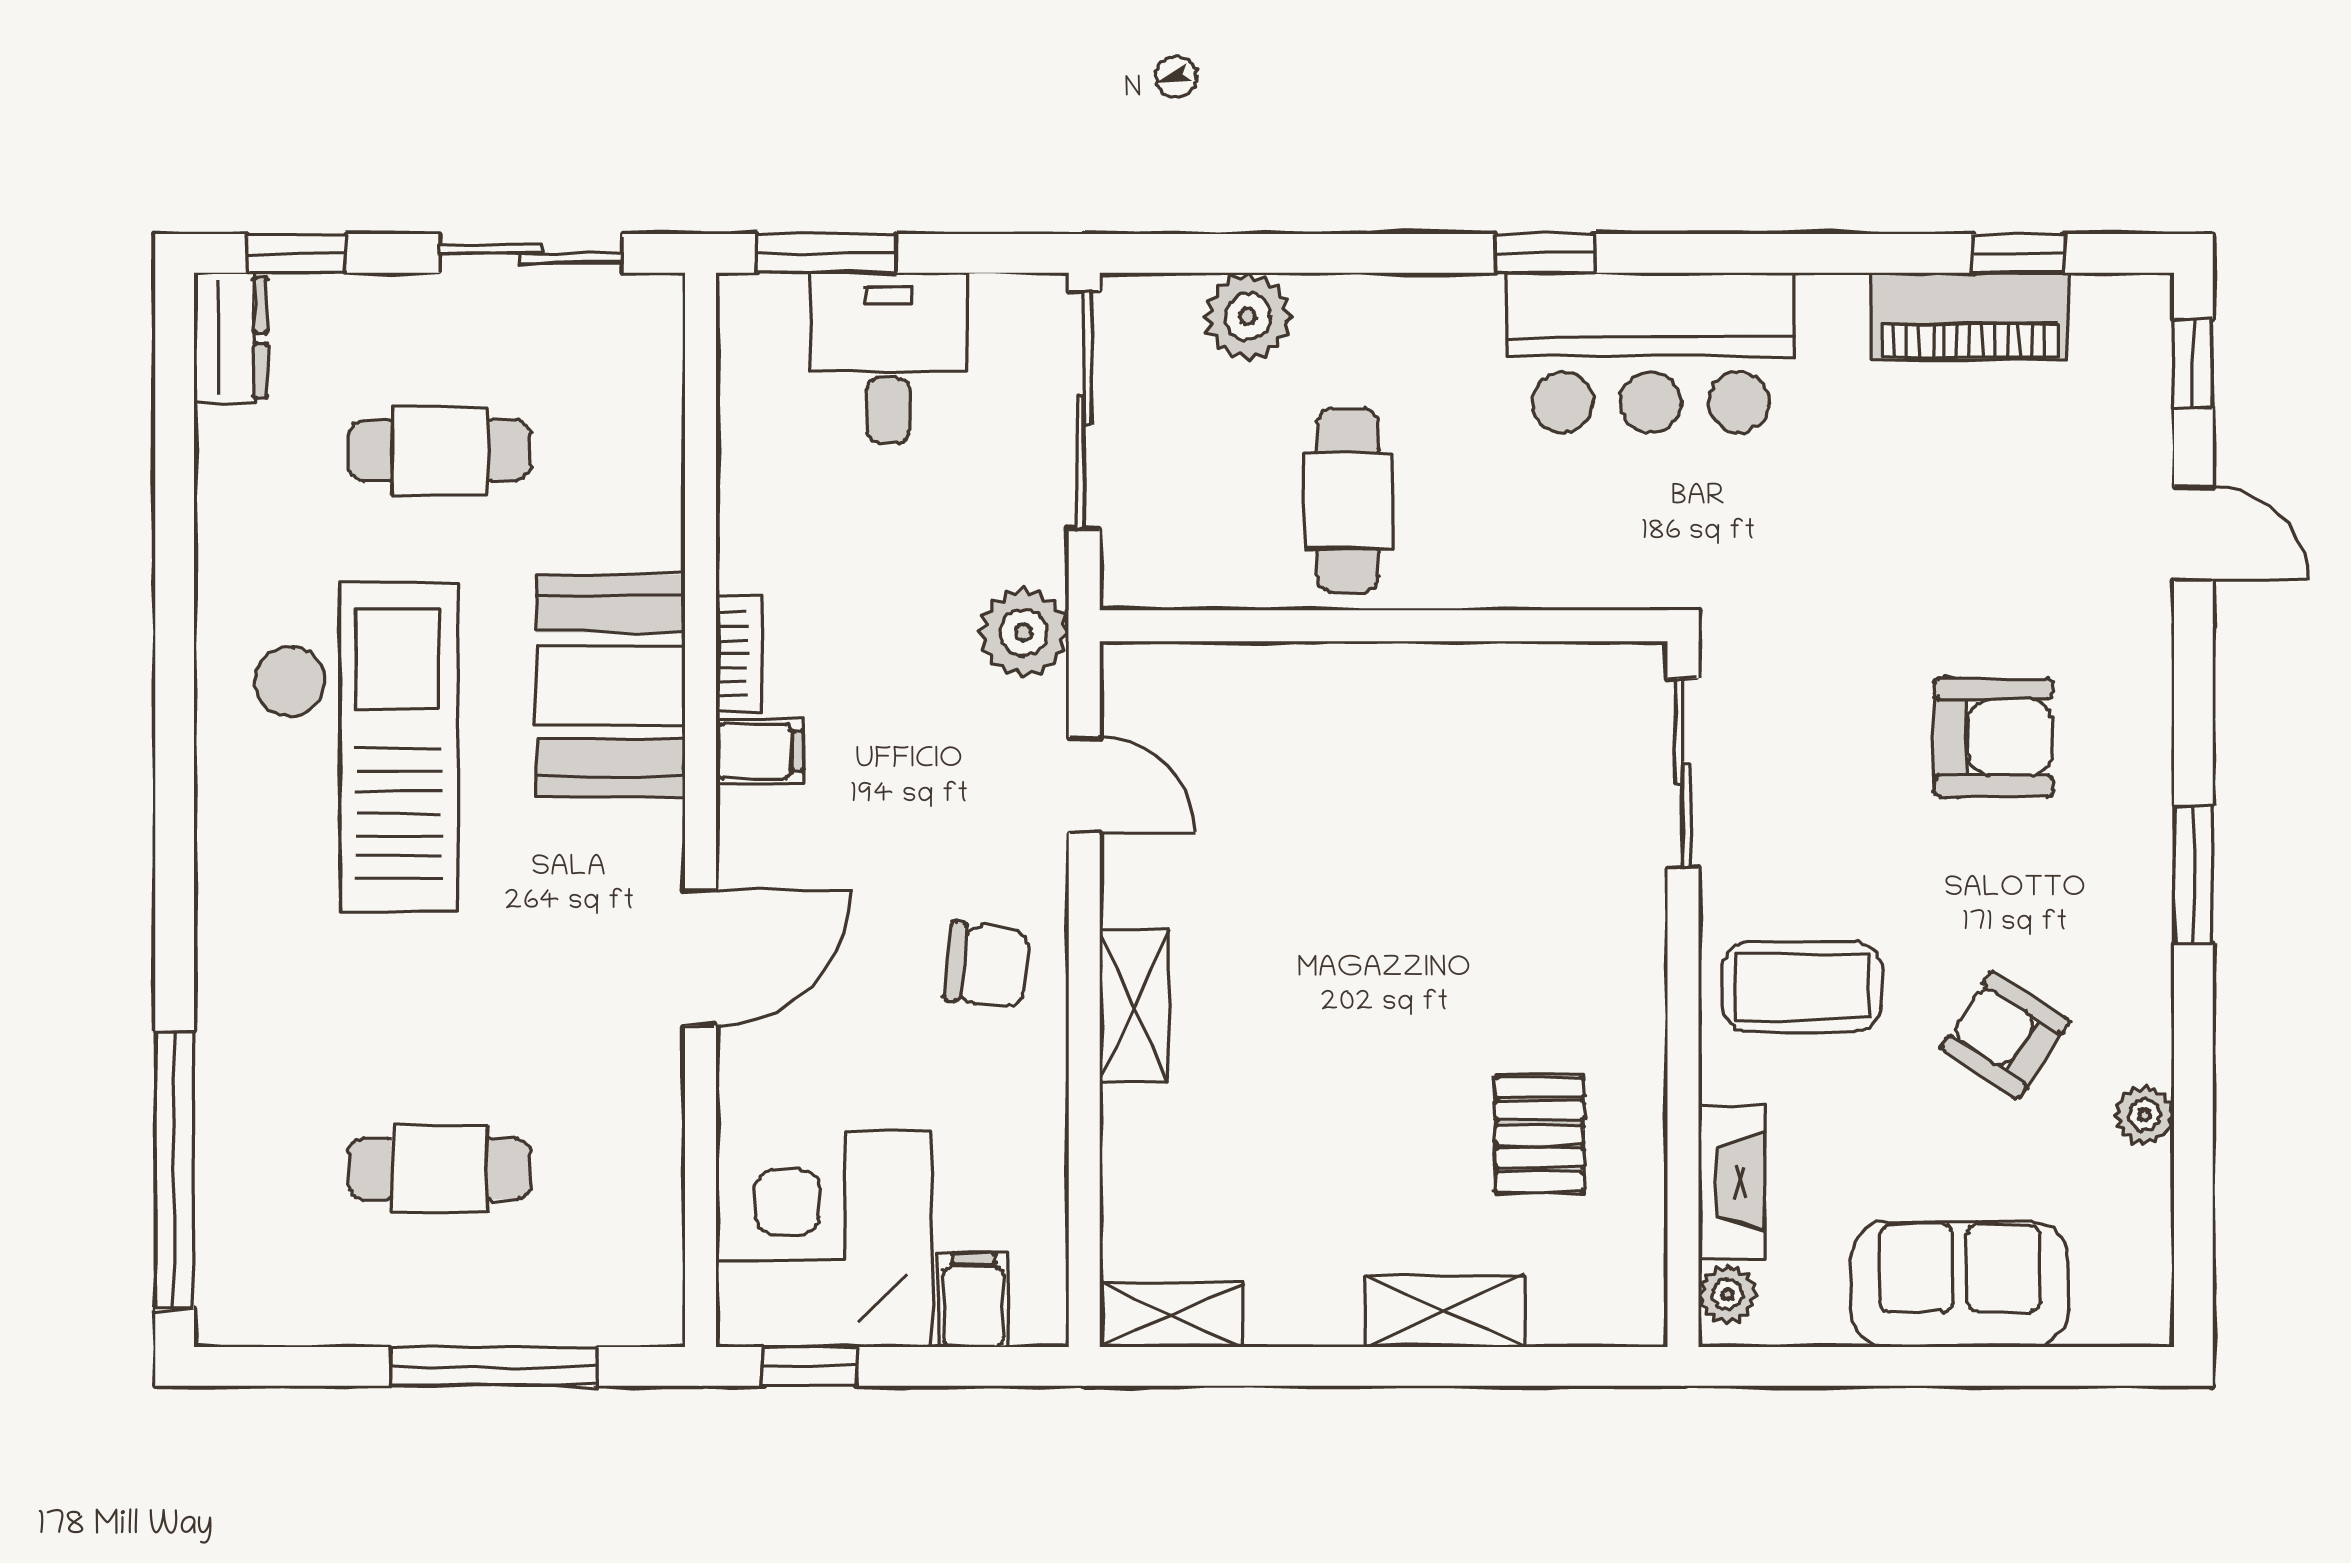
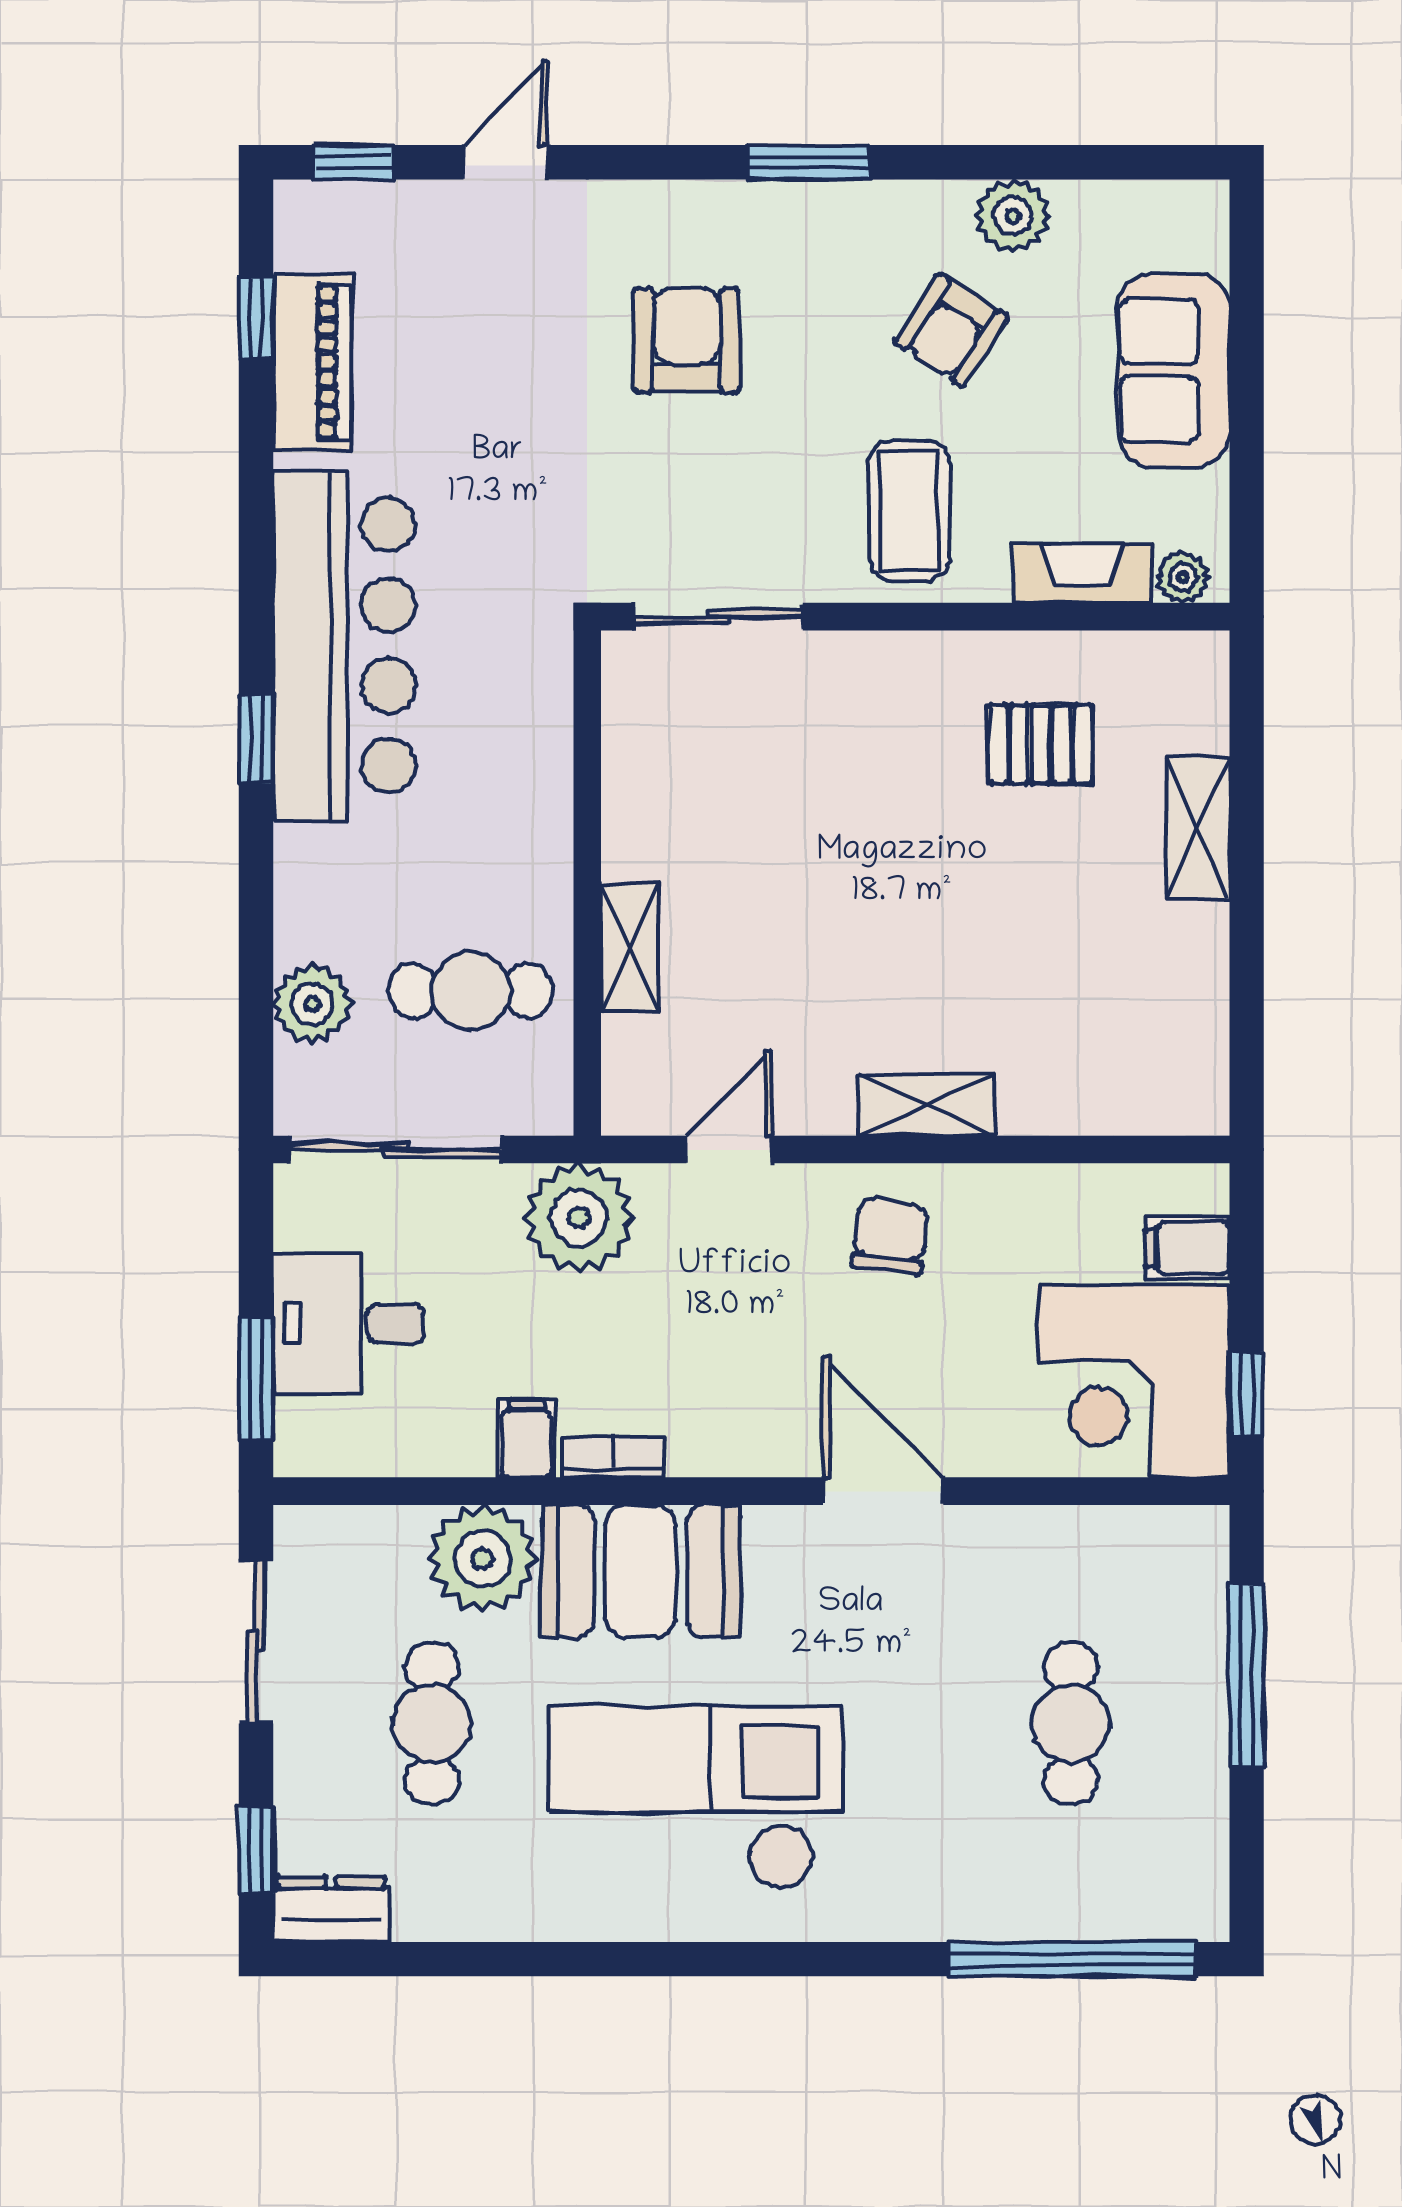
bar counter: (1651, 353) -> (344, 645), width x1.36
cafe table: (1348, 501) -> (471, 991), moved
plant: (625, 508) -> (483, 1559), added
plant: (1024, 633) -> (579, 1218), width x1.36, depth x1.36
filing cabinet: (759, 751) -> (526, 1439), moved
plant: (2144, 1115) -> (1013, 216), width x1.38, depth x1.38
shelving: (1171, 1315) -> (630, 948), moved

